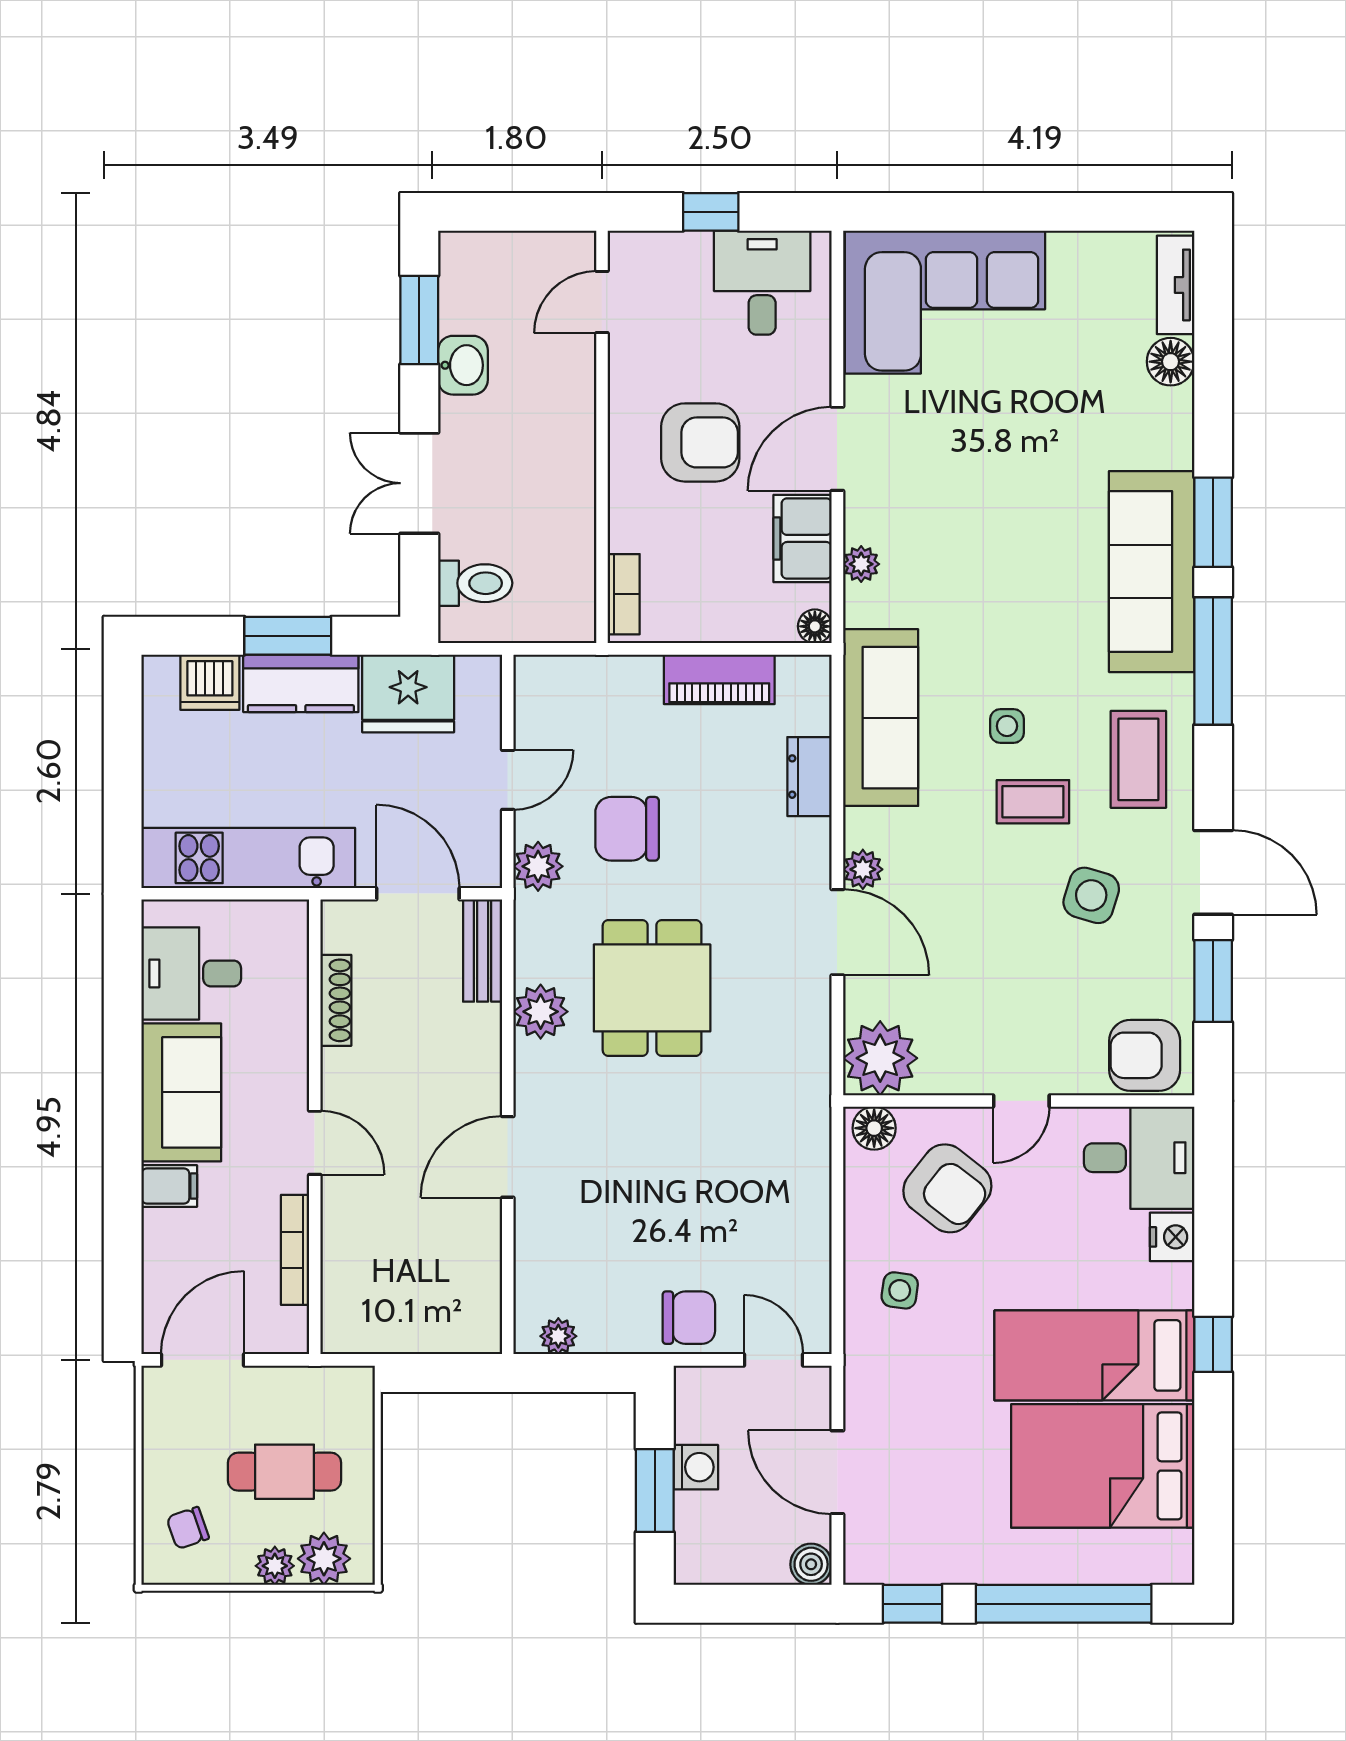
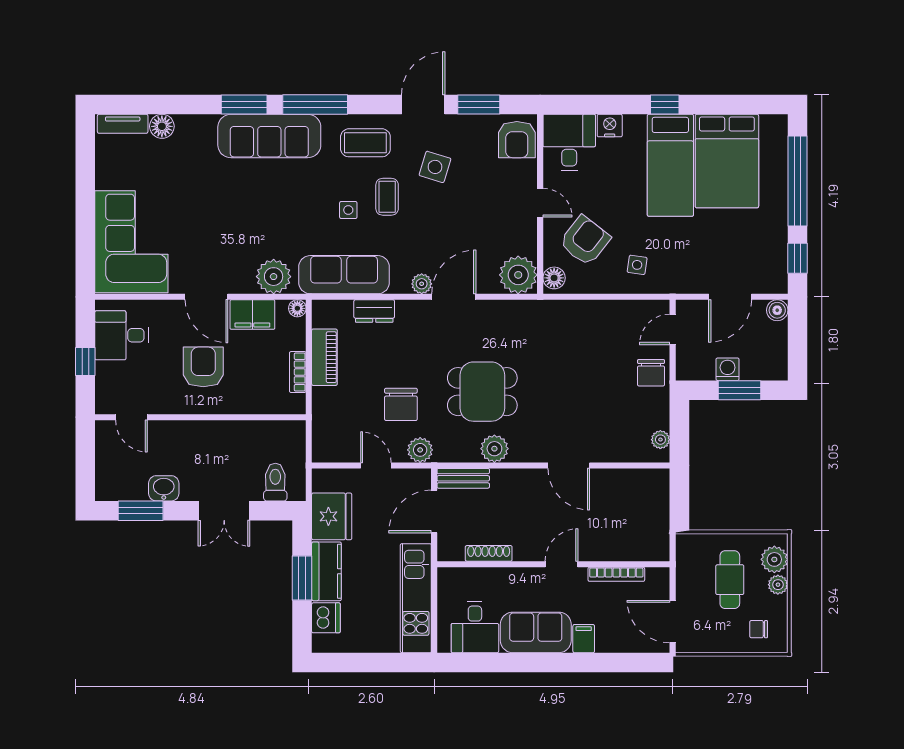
plant: (861, 564) -> (274, 277), width x1.87, depth x1.87
bookcase: (624, 594) -> (298, 372), moved, turned -90
chair: (689, 1318) -> (651, 373), turned 180
chair: (188, 1528) -> (759, 629), turned 109

